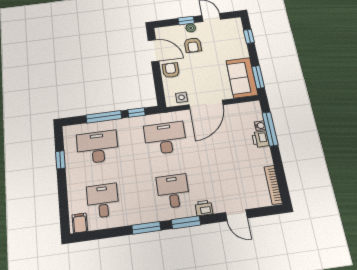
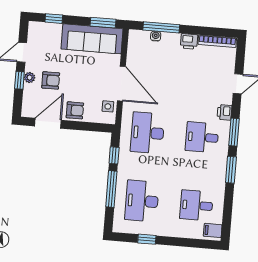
armchair: (171, 70) -> (75, 110), turned 180
sofa: (242, 78) -> (92, 39), width x1.36
printer: (260, 139) -> (189, 41), moved

